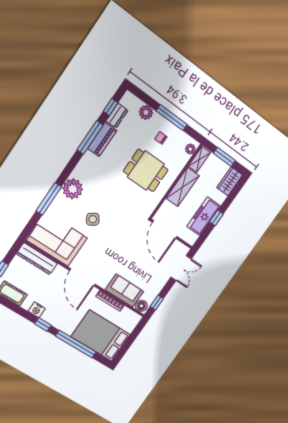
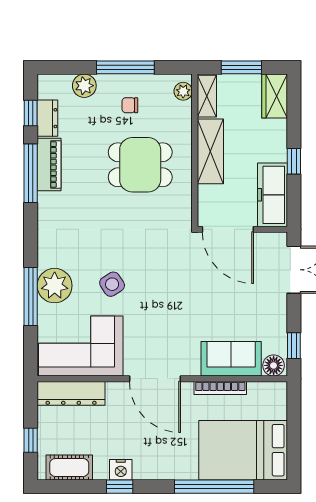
plant: (73, 189) -> (55, 286), moved
freezer: (204, 216) -> (273, 195), moved
window: (43, 325) -> (120, 487), moved

